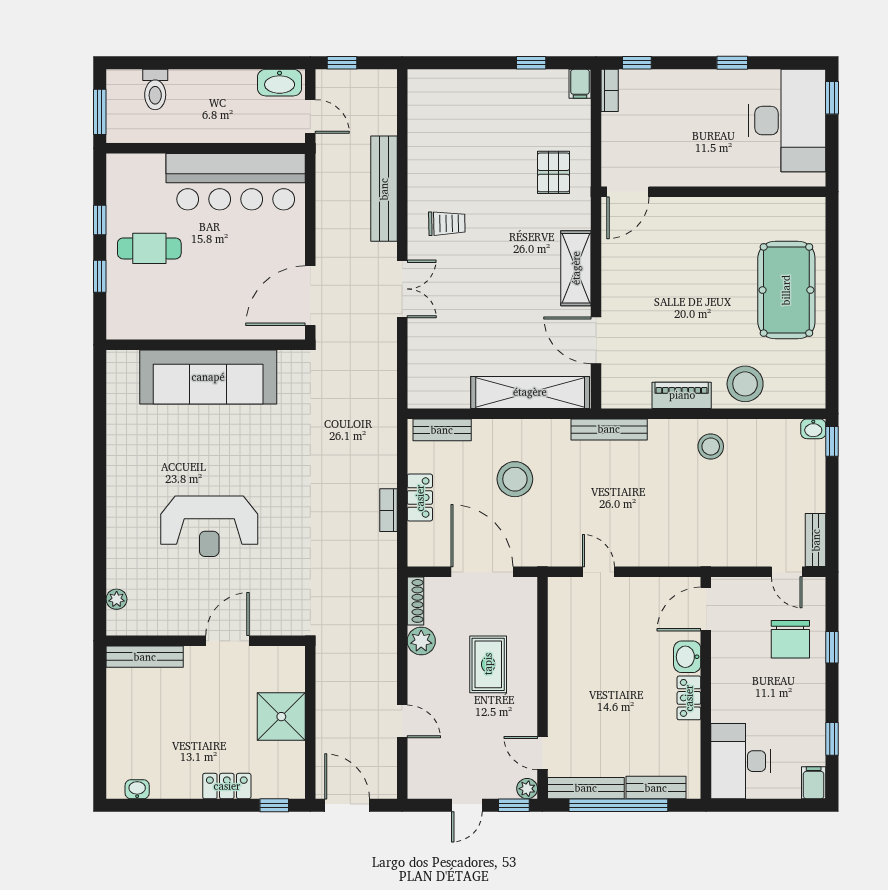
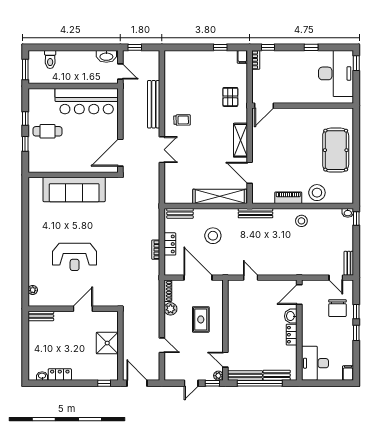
bench: (145, 657) -> (41, 316), width x0.73
window: (832, 739) -> (356, 333), moved
locker: (227, 786) -> (60, 374), moved

